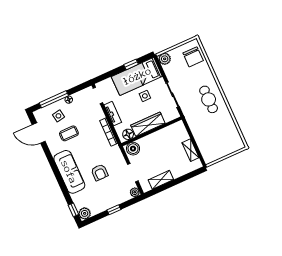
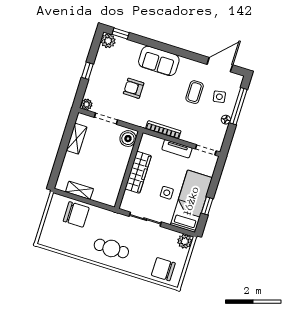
floor lamp: (128, 134) -> (145, 146), removed
chair: (207, 139) -> (76, 214), added
sofa: (69, 172) -> (159, 61), width x0.73

